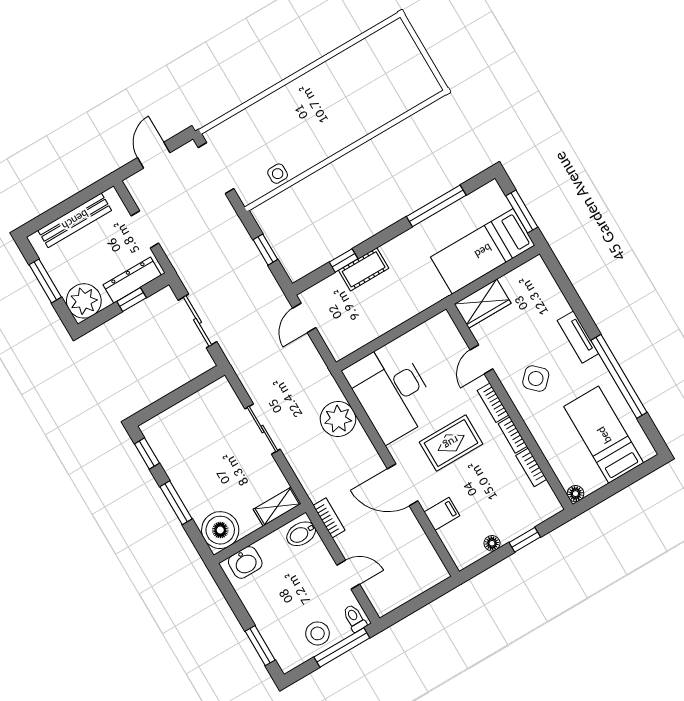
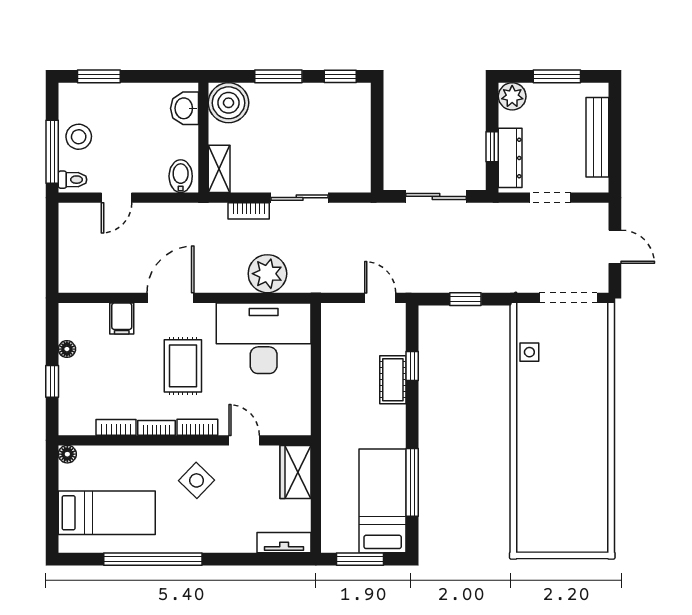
bed: (483, 251) -> (383, 501), moved
plant: (84, 301) -> (512, 96), width x0.73, depth x0.73
tv unit: (578, 337) -> (284, 543), moved
bookcase: (329, 518) -> (249, 211), moved

